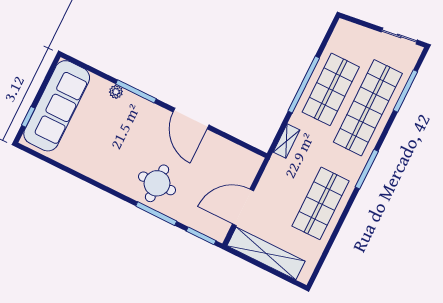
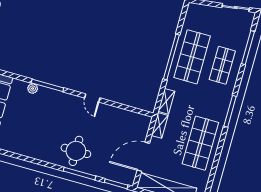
shop shelf: (368, 108) -> (222, 65), width x0.50, depth x0.74
door: (191, 119) -> (92, 98), width x0.53
shelving: (272, 171) -> (160, 125), added

